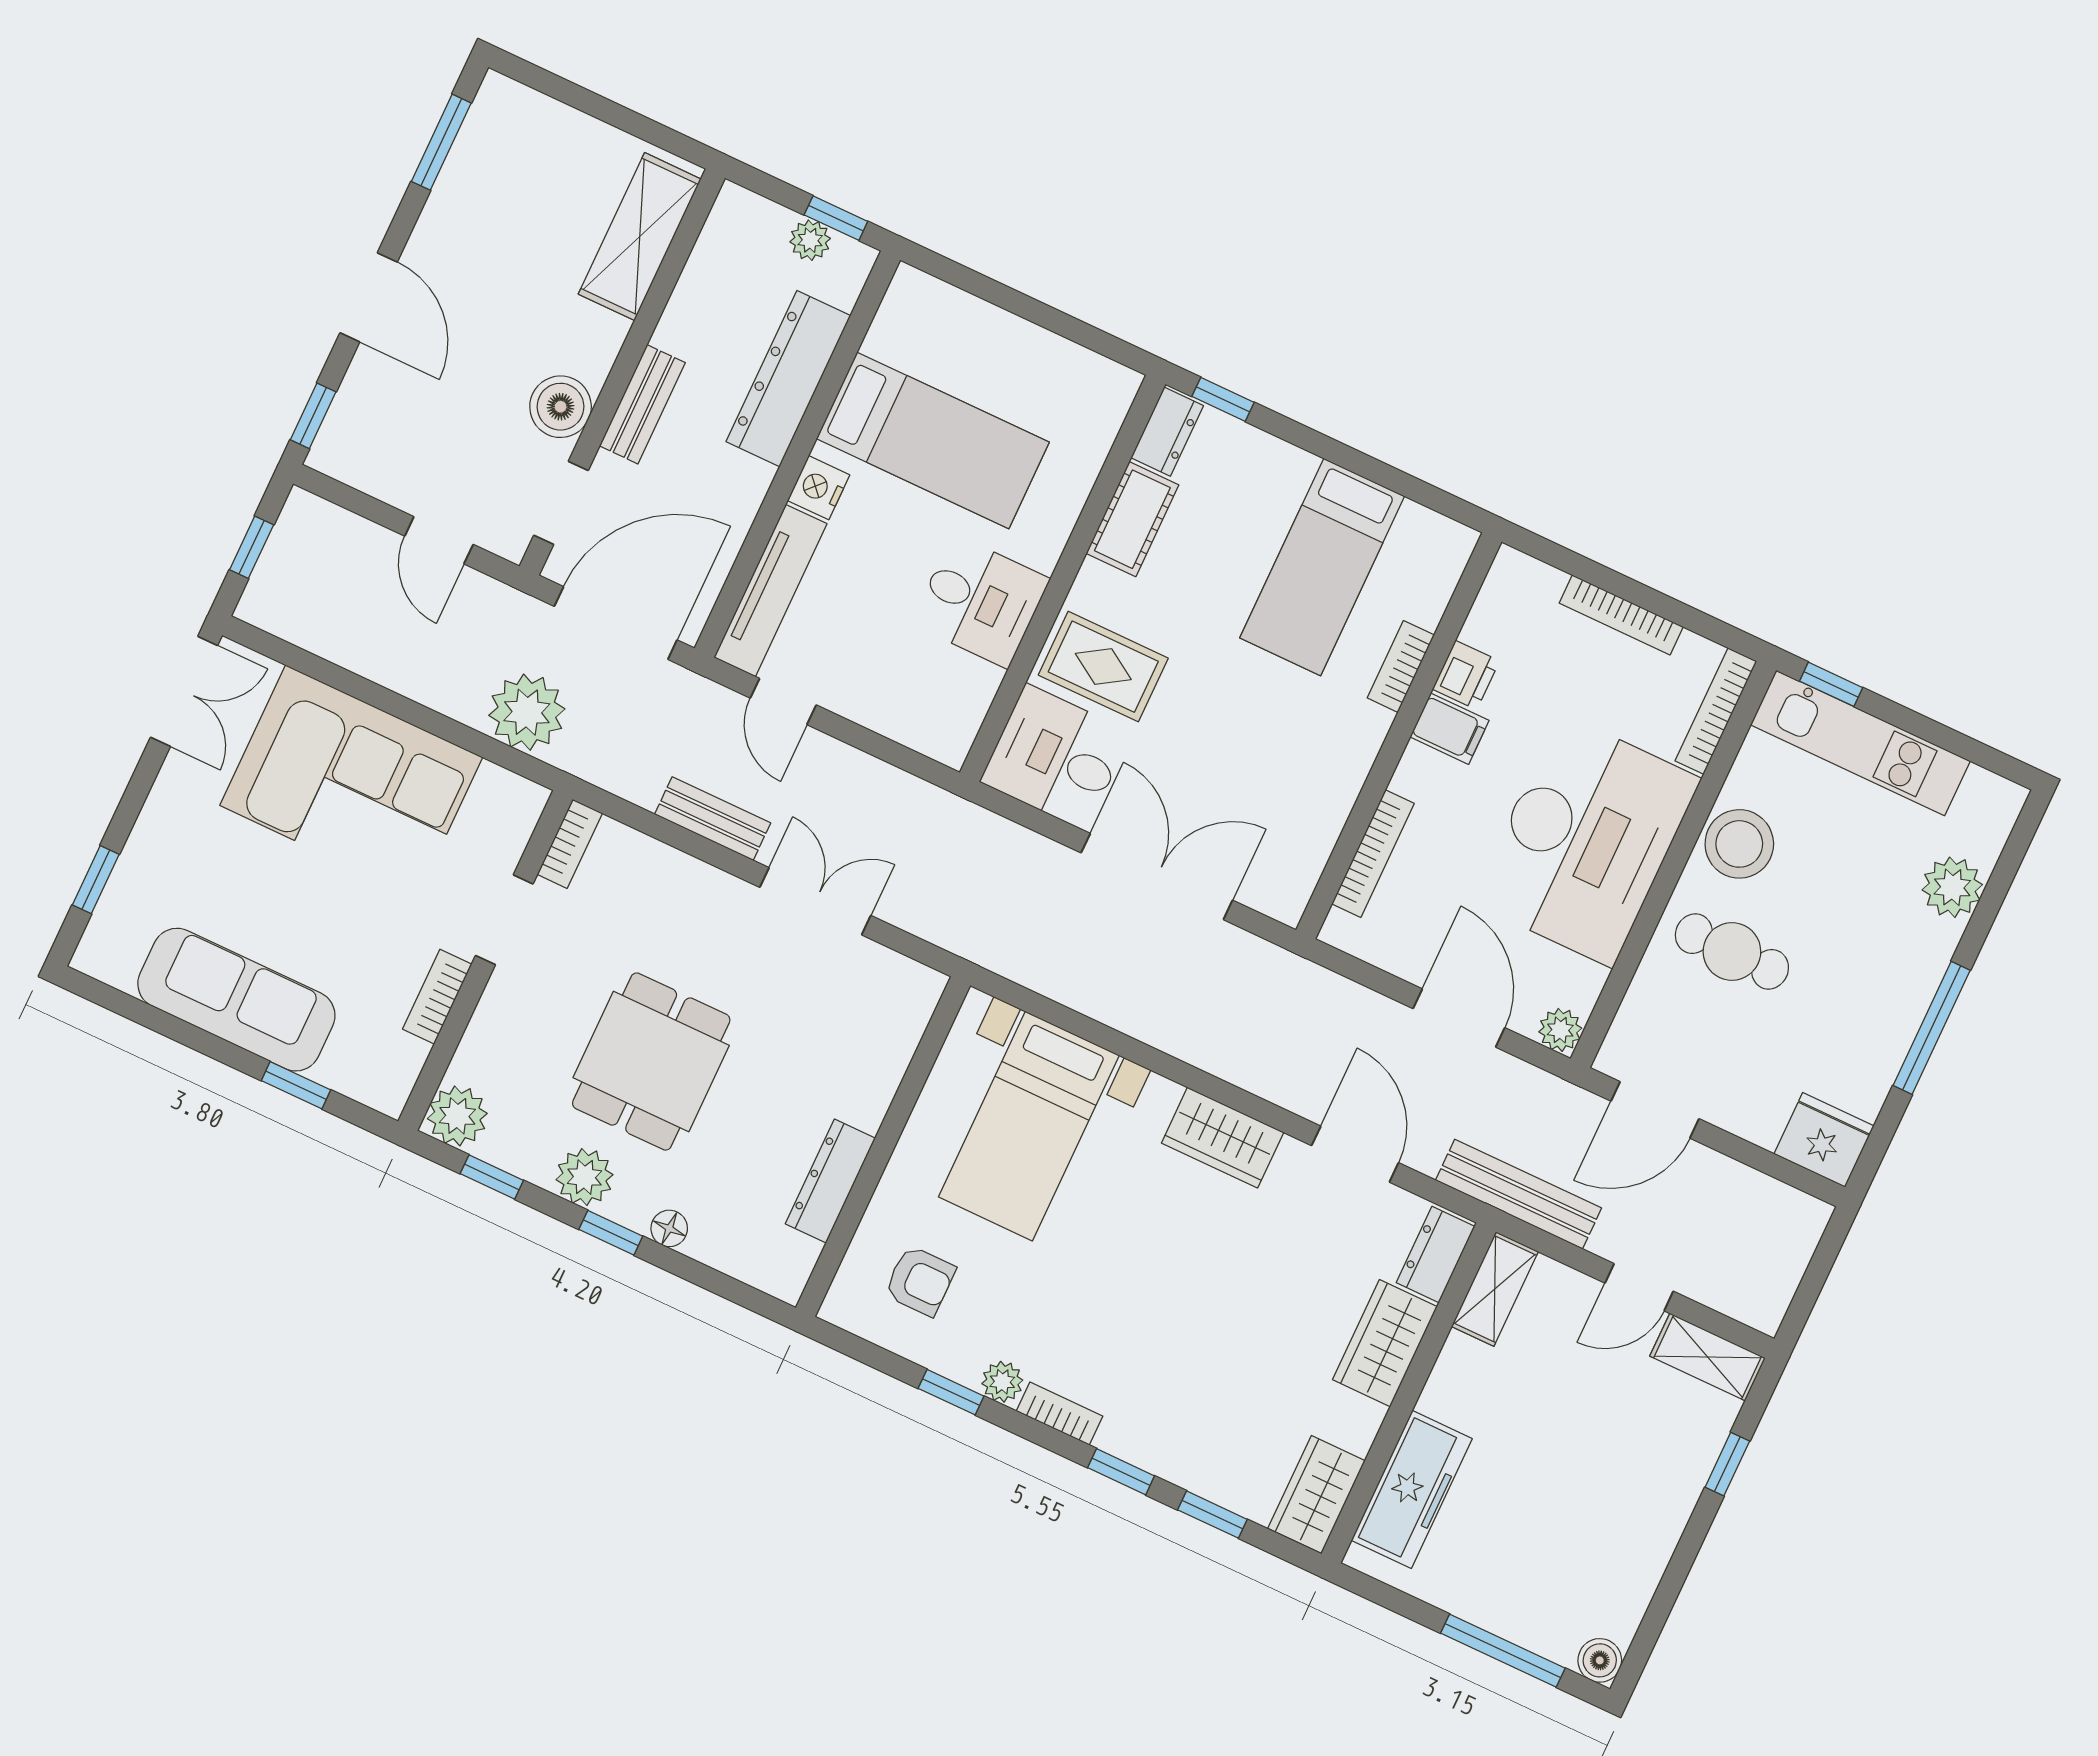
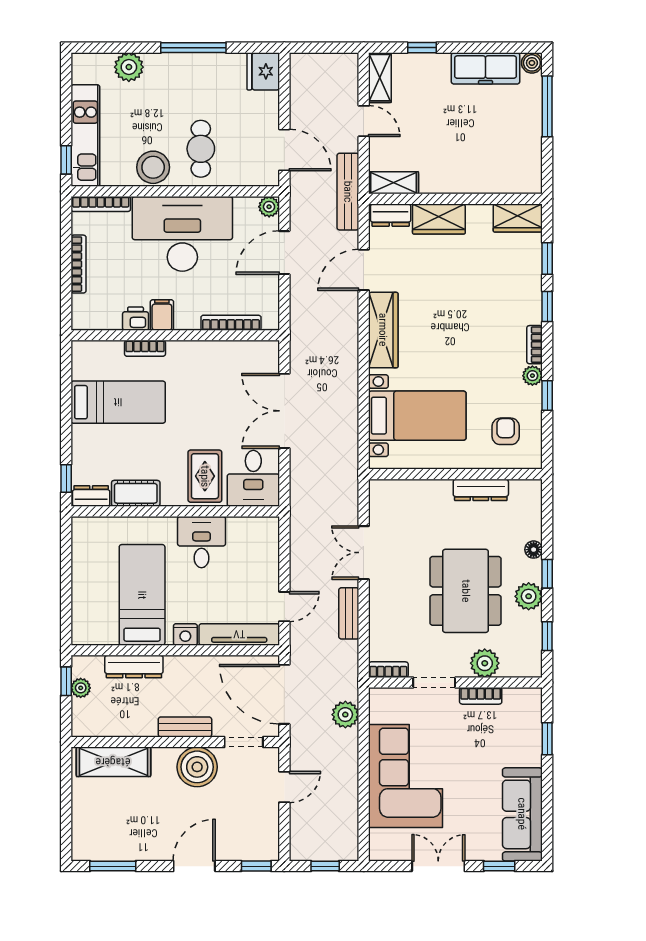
dresser: (788, 379) -> (134, 667), width x0.73, depth x0.80
boiler: (561, 407) -> (197, 767), width x1.37, depth x1.37
double door: (184, 691) -> (438, 866), moved
plant: (527, 712) -> (345, 715), width x0.73, depth x0.73
sofa: (236, 1000) -> (522, 814), moved
dining table: (651, 1062) -> (466, 591), width x1.38
plant: (457, 1116) -> (485, 663), moved
wardrobe: (1223, 1138) -> (383, 330), width x1.50
freezer: (1412, 1489) -> (486, 68), moved, turned 180

